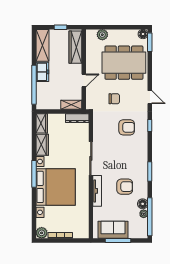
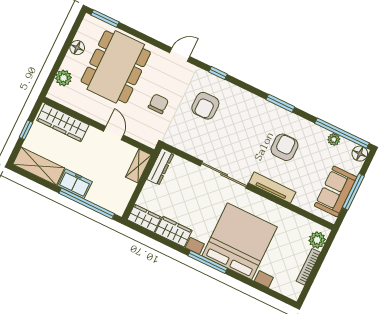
floor lamp: (143, 34) -> (77, 48), moved
armchair: (127, 127) -> (205, 106), turned 180
floor lamp: (143, 204) -> (360, 154), moved
plant: (42, 233) -> (317, 240), moved

